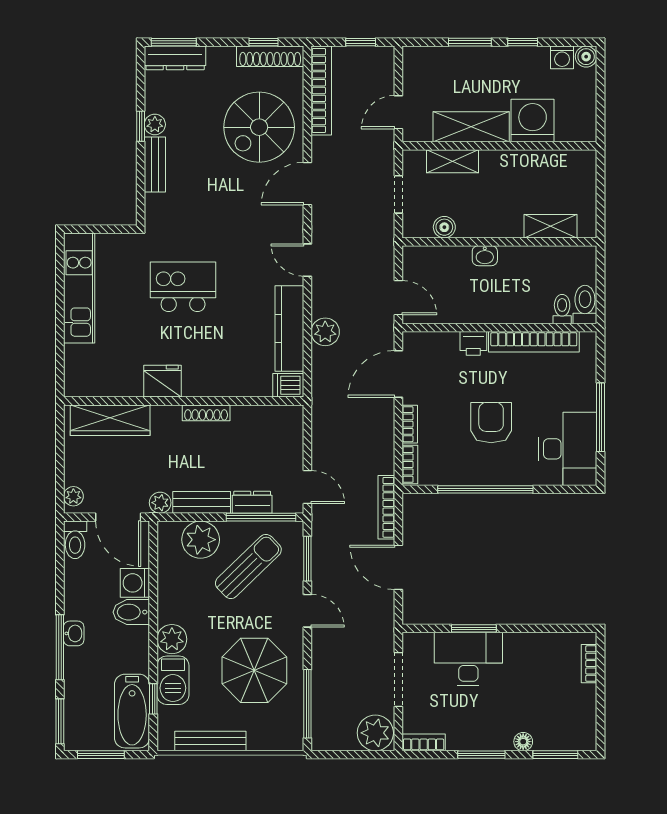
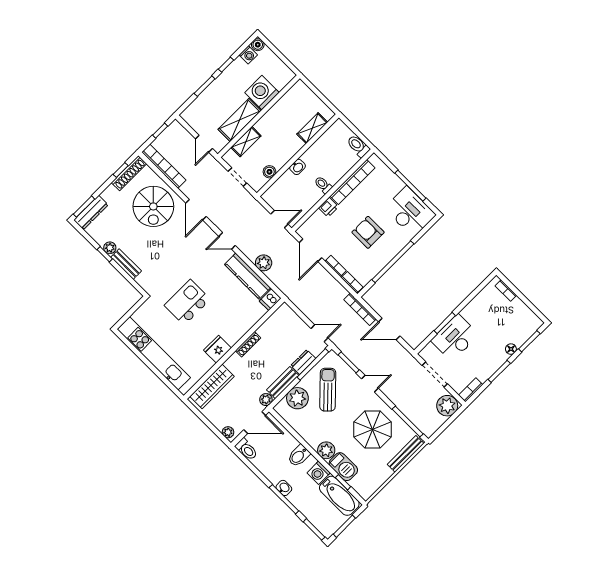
kitchen unit: (79, 288) -> (154, 353), width x1.36
toilet: (562, 309) -> (323, 185), moved
washing machine: (135, 583) -> (319, 473), moved
bench: (210, 741) -> (406, 454), moved

